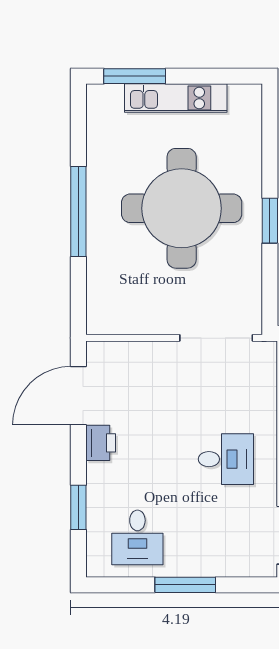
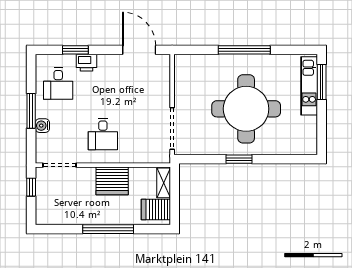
kitchen unit: (176, 98) -> (309, 86), moved
printer: (101, 443) -> (86, 63), moved
desk: (137, 537) -> (58, 84), turned -90
water cooler: (211, 565) -> (42, 126), added

